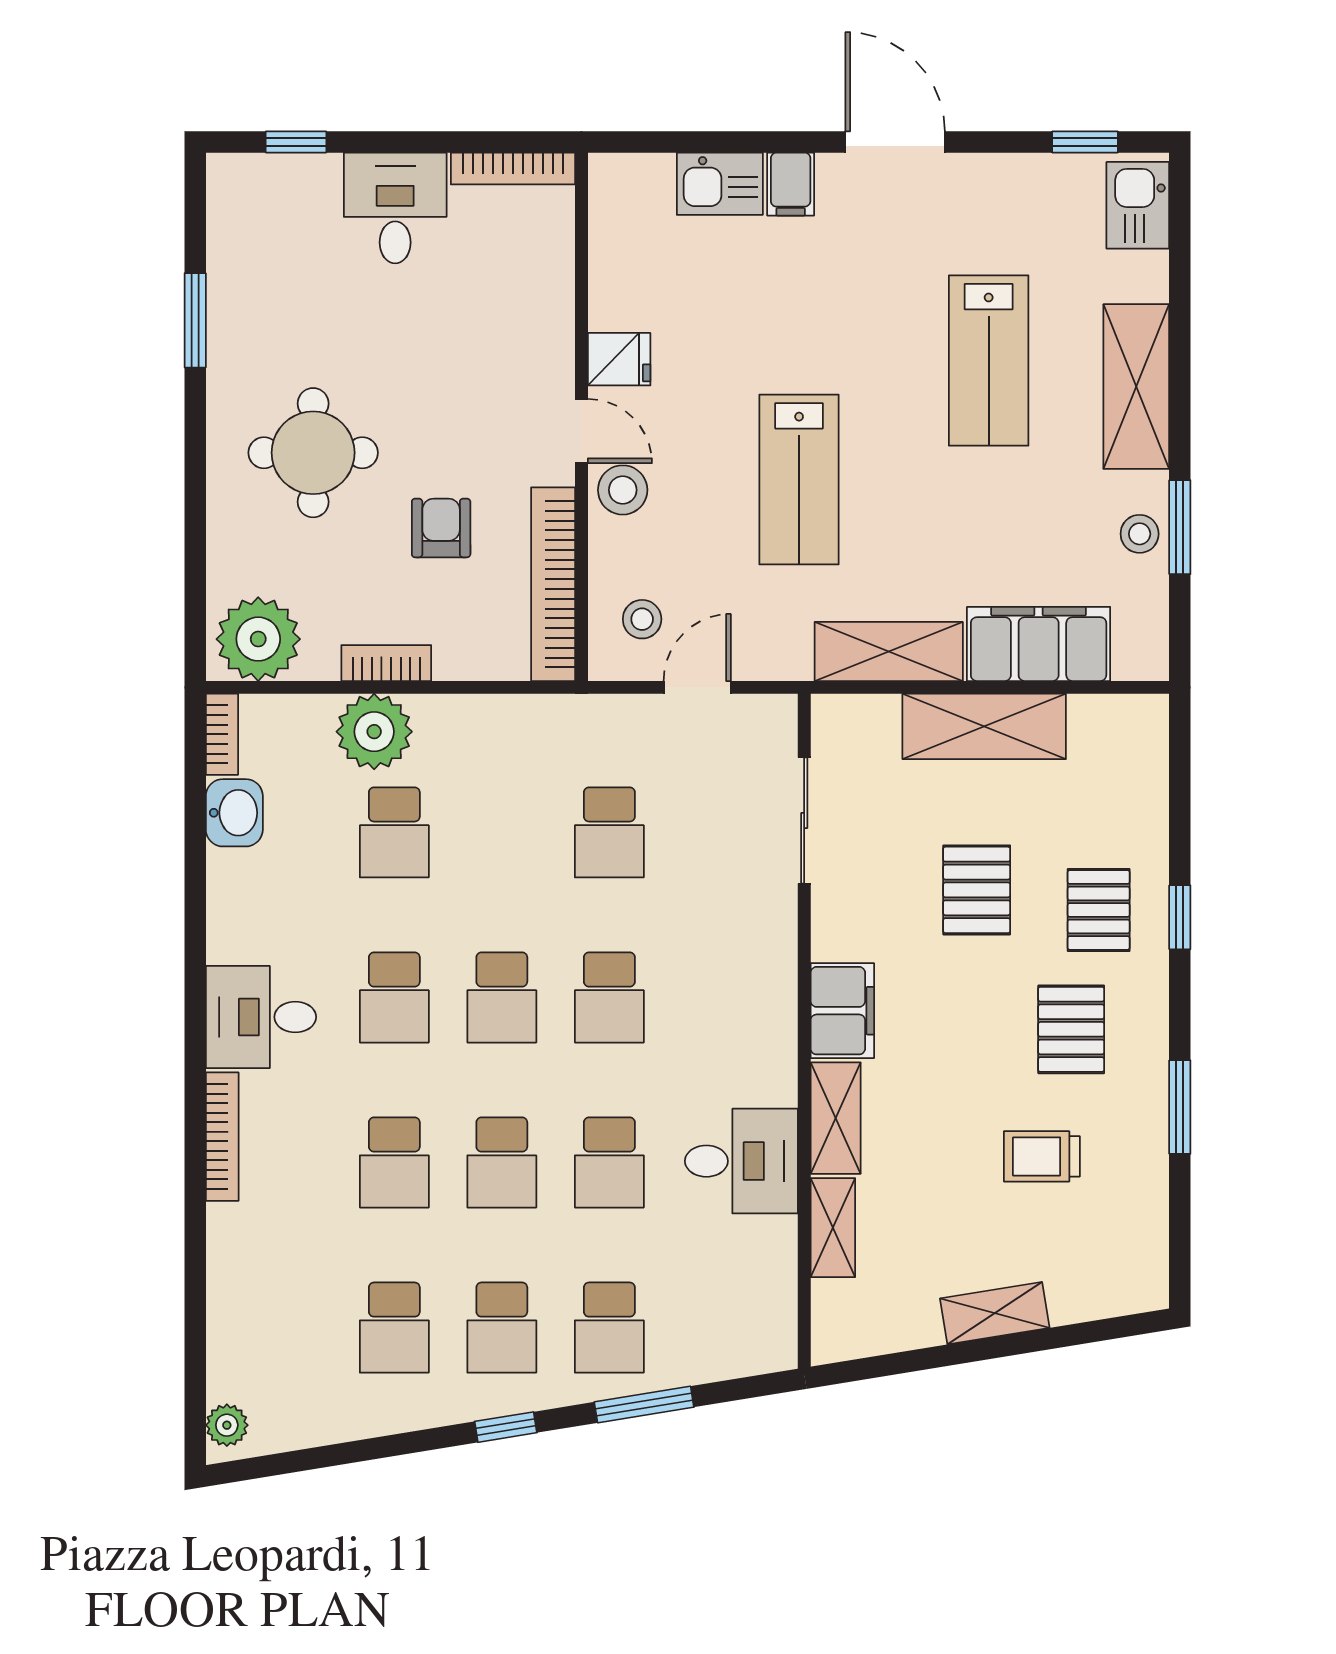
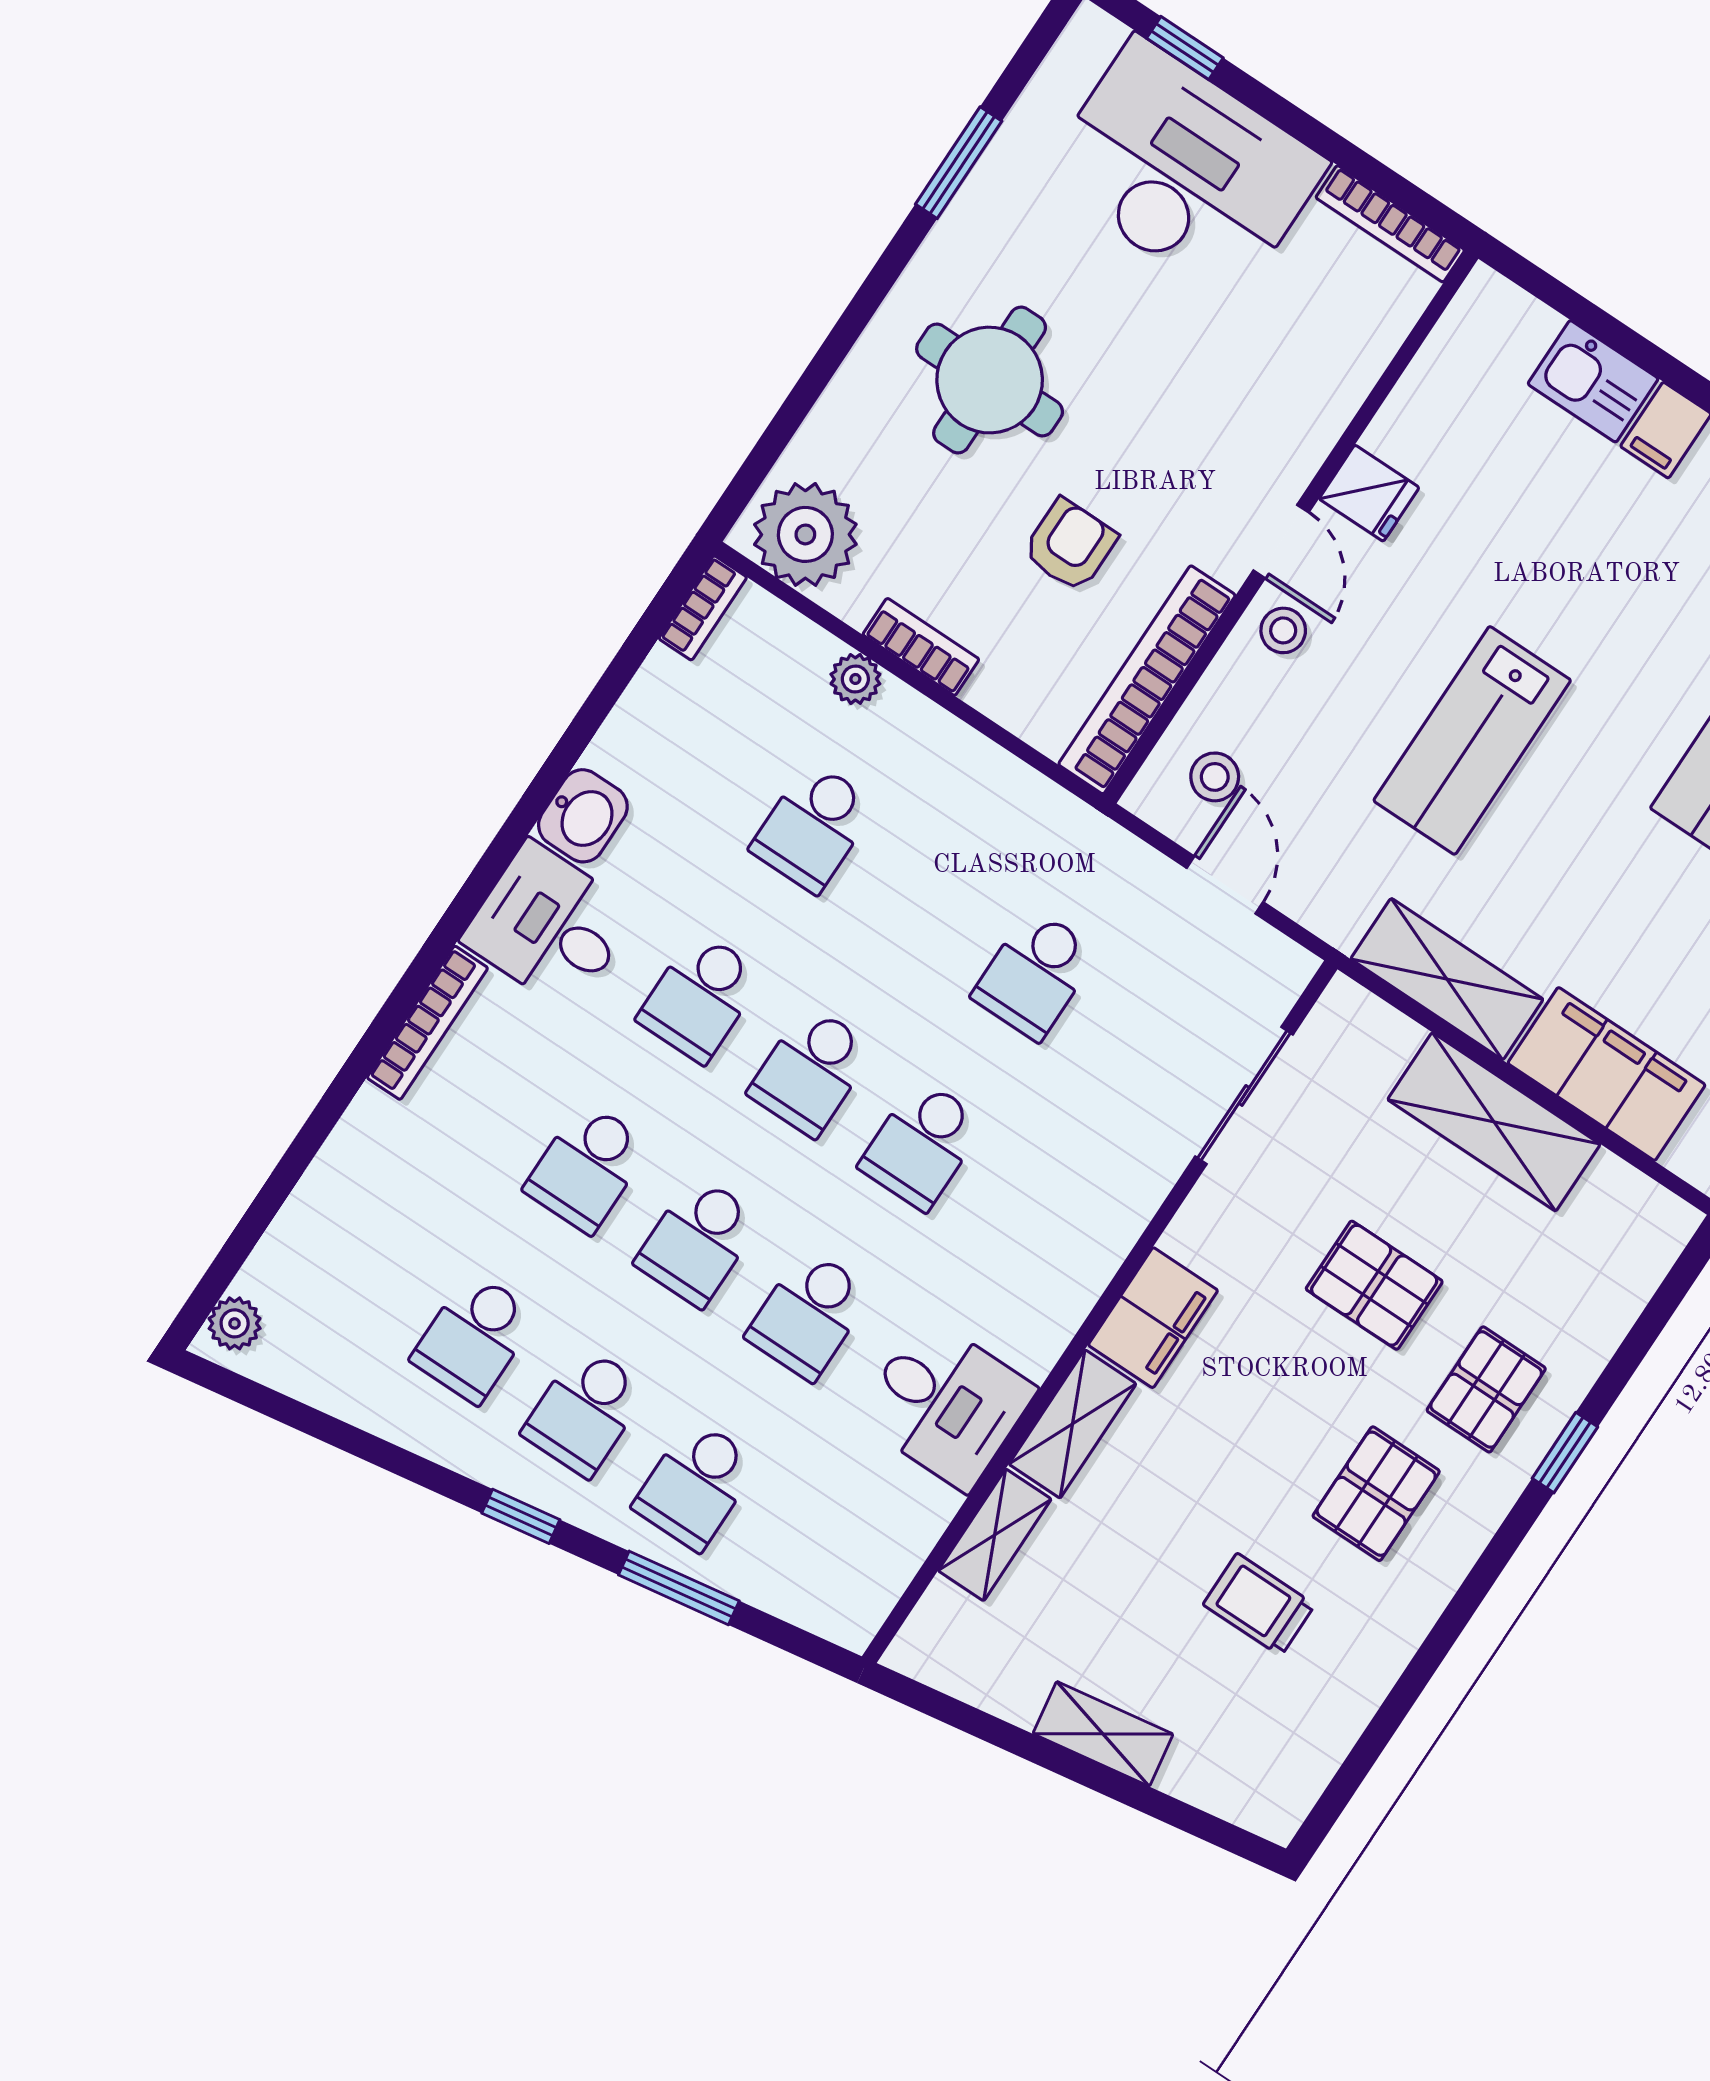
desk: (395, 208) -> (1184, 170), width x1.87, depth x1.30
stool: (623, 490) -> (1283, 630), width x0.73, depth x0.73
door: (697, 687) -> (1225, 885), hinge flipped
plant: (374, 732) -> (855, 679), width x0.53, depth x0.53
washbasin: (234, 813) -> (583, 816), moved
pallet: (977, 890) -> (1374, 1285), turned 90
window: (1180, 1107) -> (1435, 1648), removed

